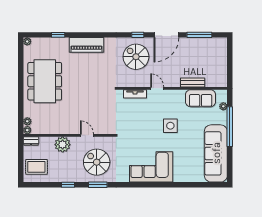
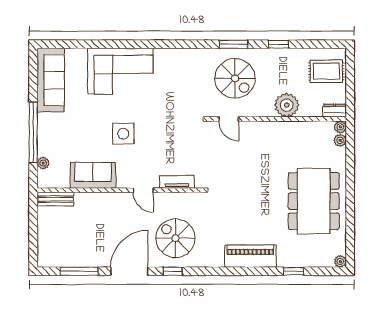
spiral stairs: (136, 57) -> (175, 238), turned 180
bench: (193, 83) -> (55, 199), moved
sofa: (201, 98) -> (93, 175), moved
door: (87, 135) -> (229, 119), moved
sofa: (216, 153) -> (51, 80), width x0.74, depth x0.79
corner sofa: (151, 167) -> (120, 71), moved

